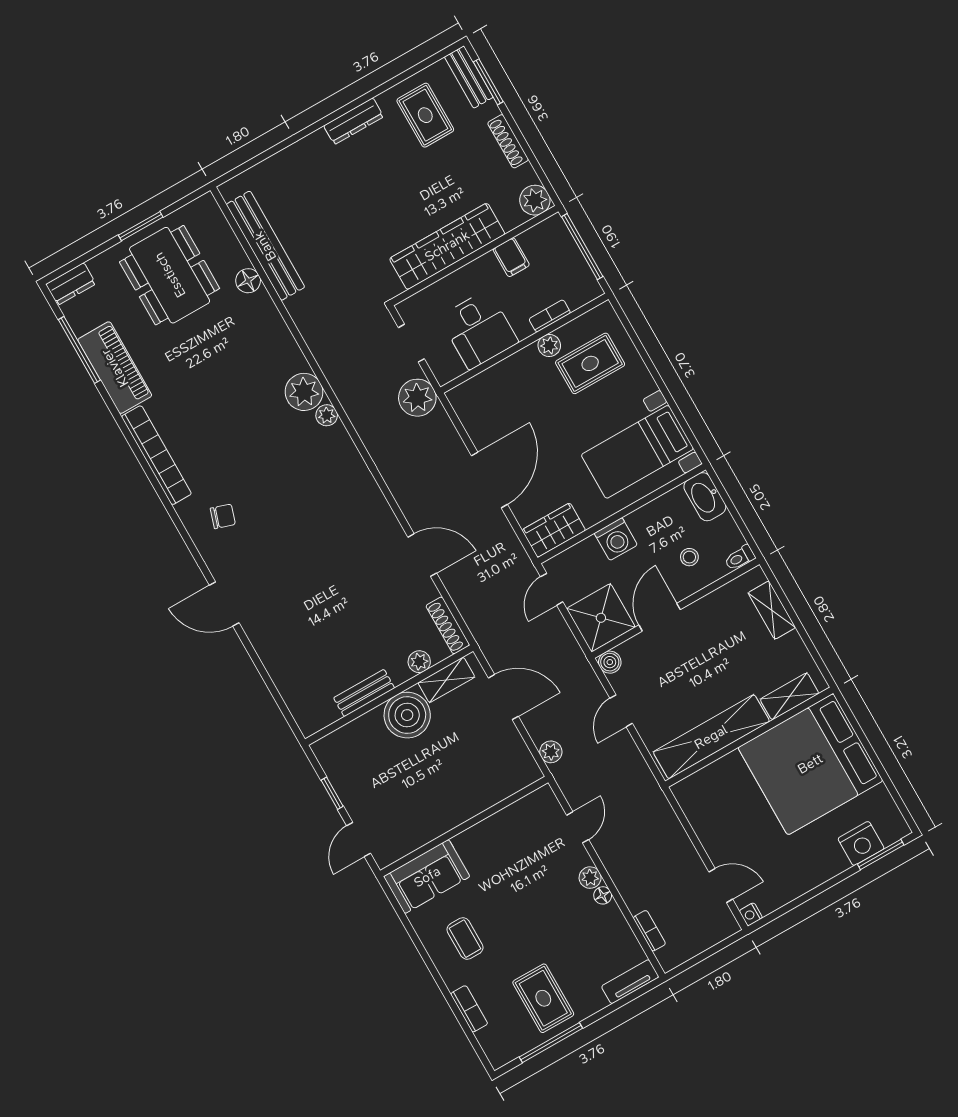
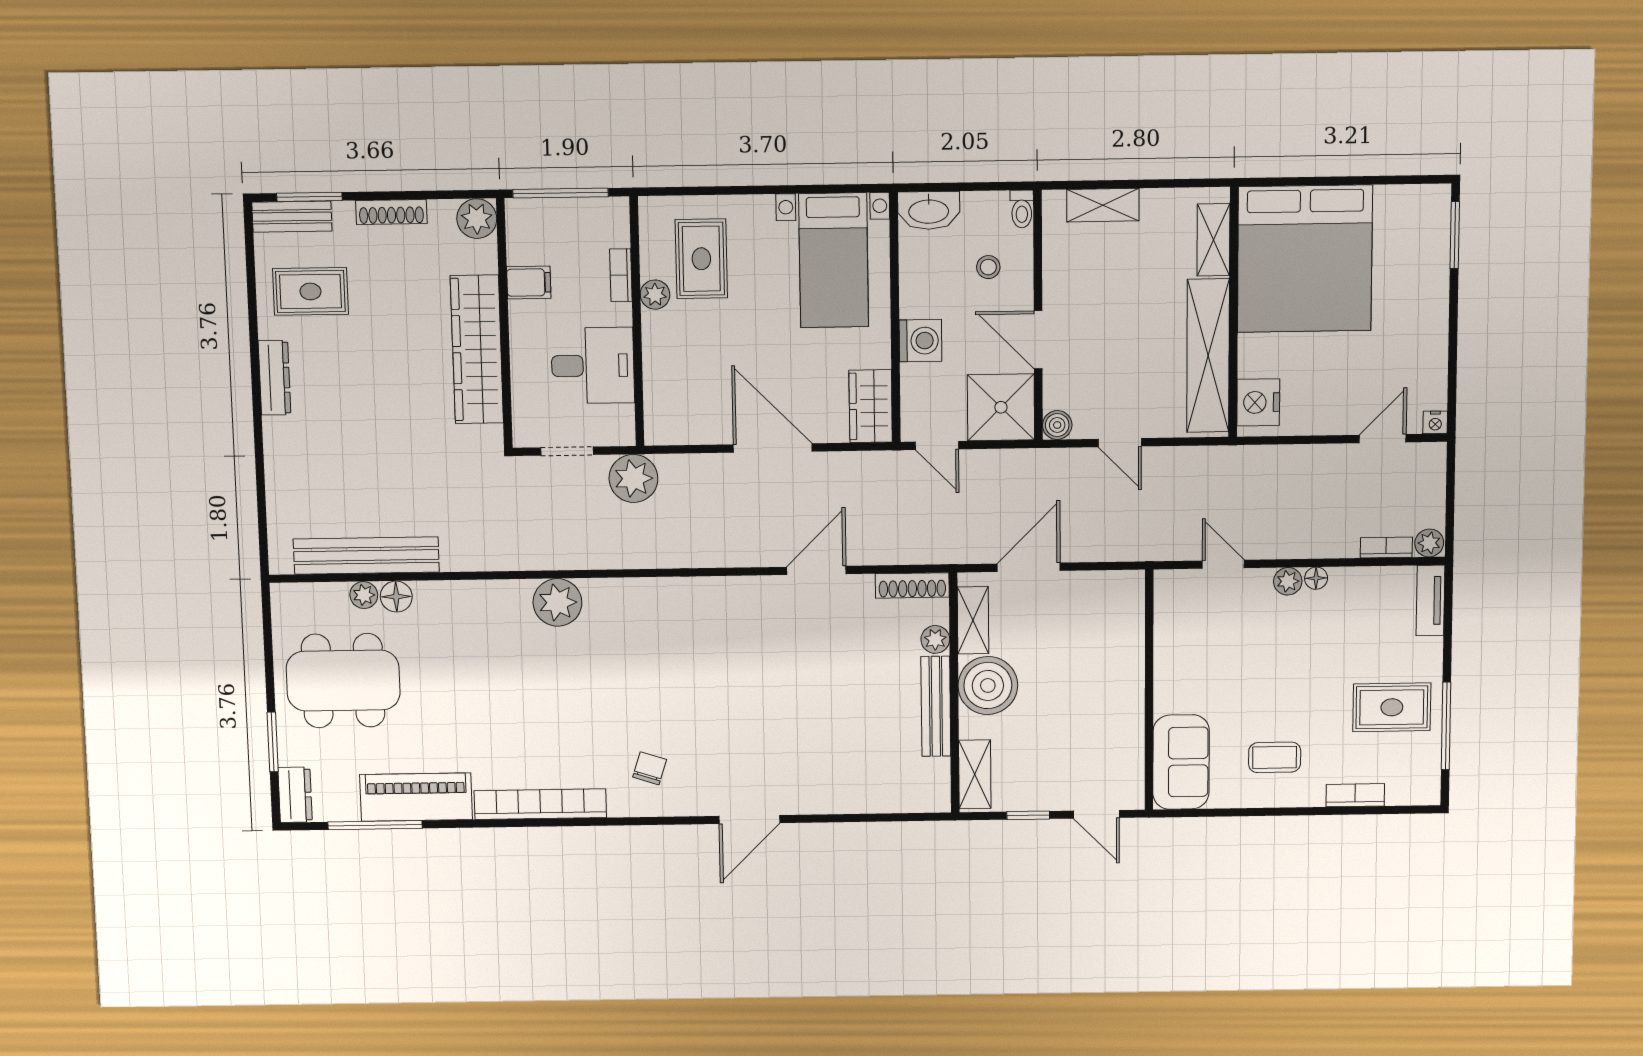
window: (141, 226) -> (273, 742), moved
plant: (327, 415) -> (364, 595), moved
bench: (364, 693) -> (936, 706), width x1.36
shelving: (341, 741) -> (975, 774), added
plant: (551, 752) -> (1429, 543), moved
nightstand: (861, 843) -> (1258, 402), moved, turned 180

